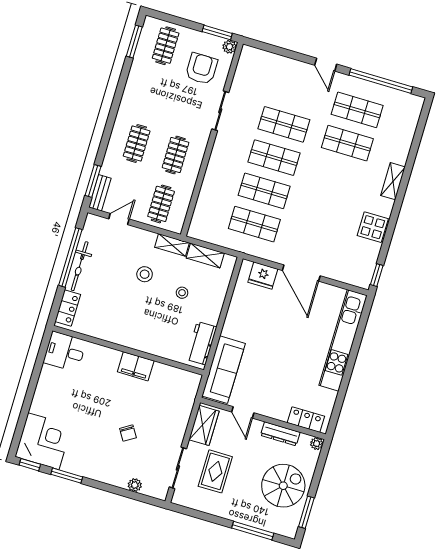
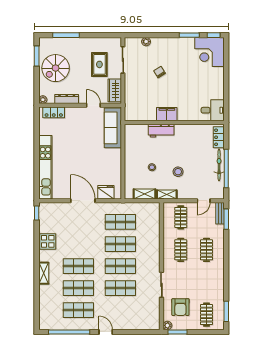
shop shelf: (337, 176) -> (78, 266), added
workbench: (201, 343) -> (161, 131), moved, turned 90

